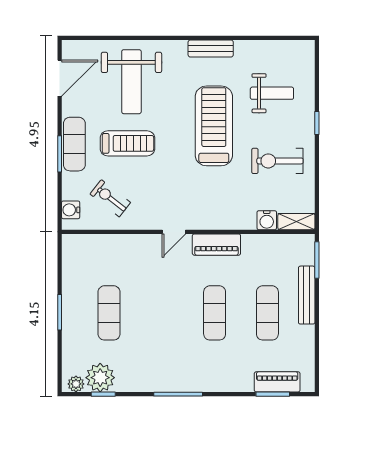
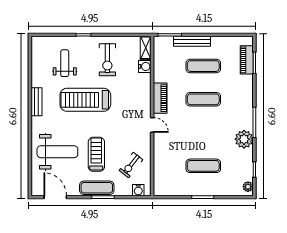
plant: (100, 378) -> (244, 139), moved

